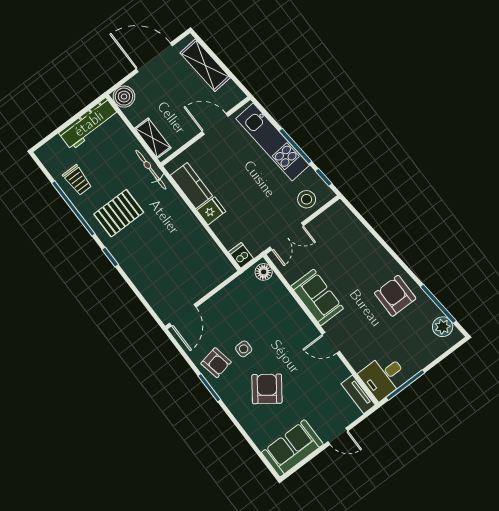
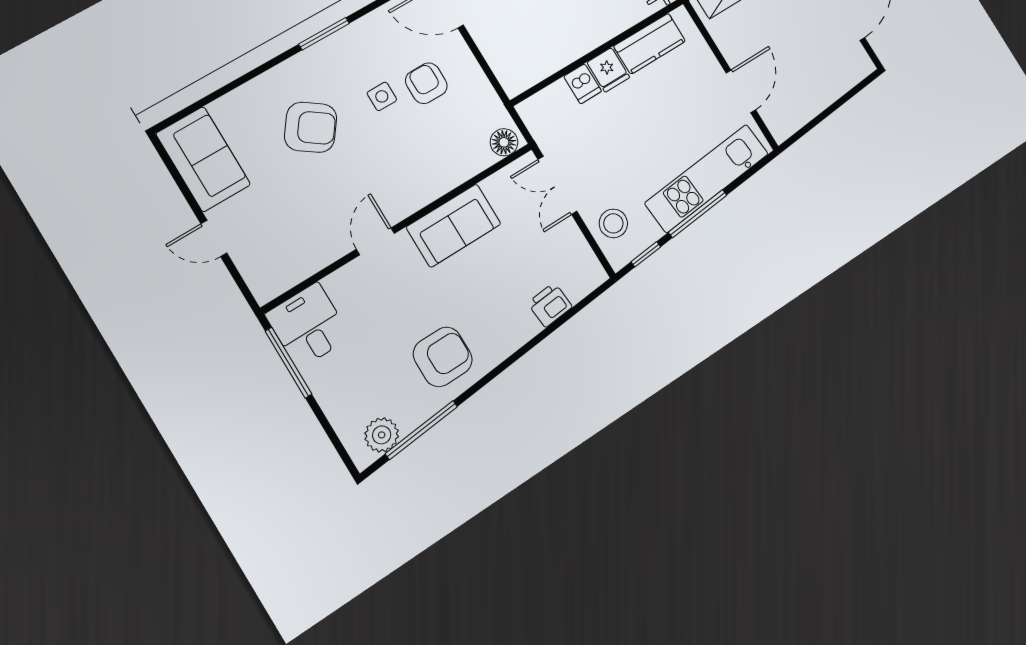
shelving: (205, 65) -> (829, 86), removed
printer: (359, 234) -> (550, 305), added
dishwasher: (241, 255) -> (583, 84), moved, turned 90
armchair: (216, 363) -> (426, 83), moved, turned 101
tv unit: (358, 394) -> (282, 280), removed
door: (338, 436) -> (214, 238), hinge flipped

